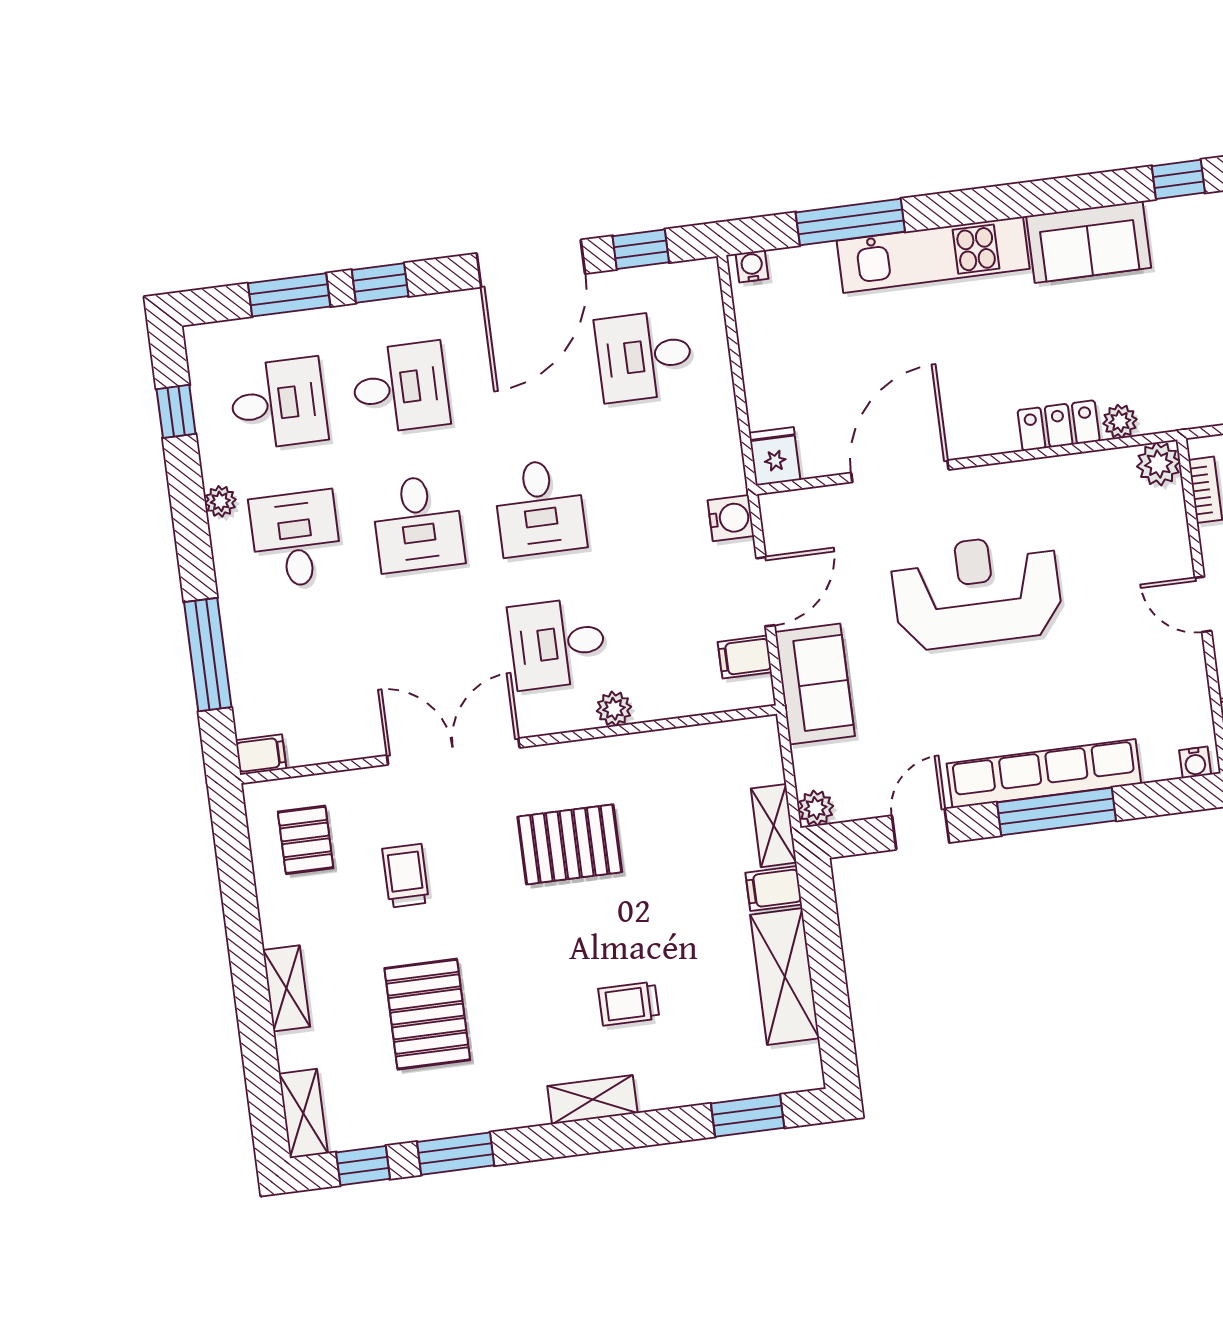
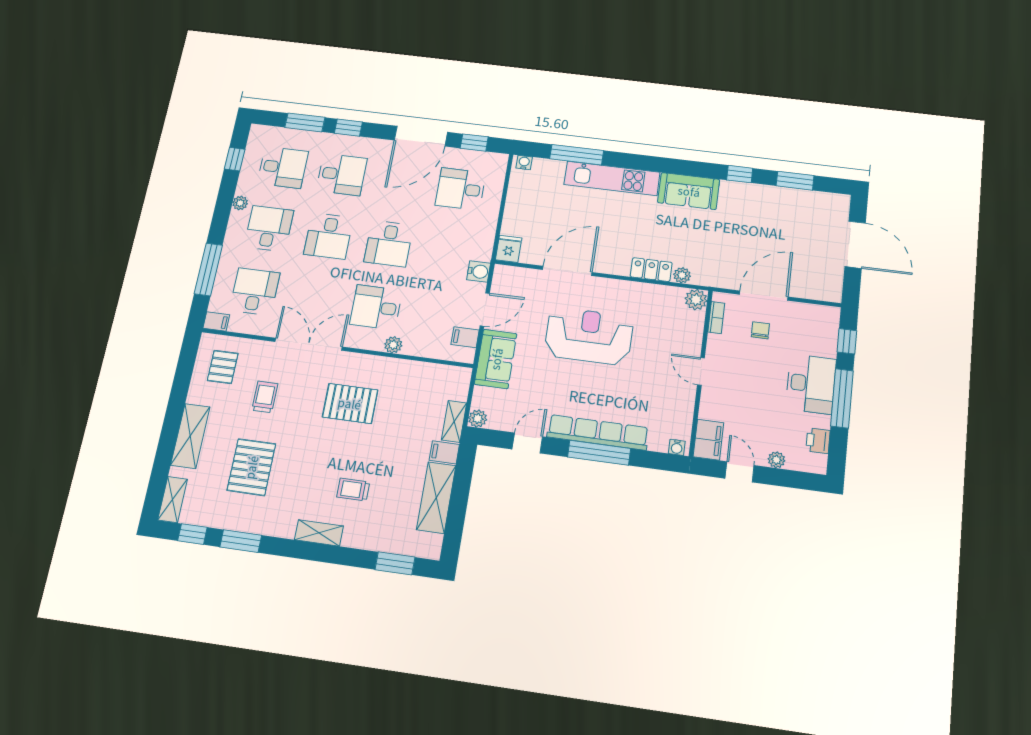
desk: (313, 675) -> (255, 292), added
shelving: (287, 988) -> (190, 436), width x1.50, depth x1.33

